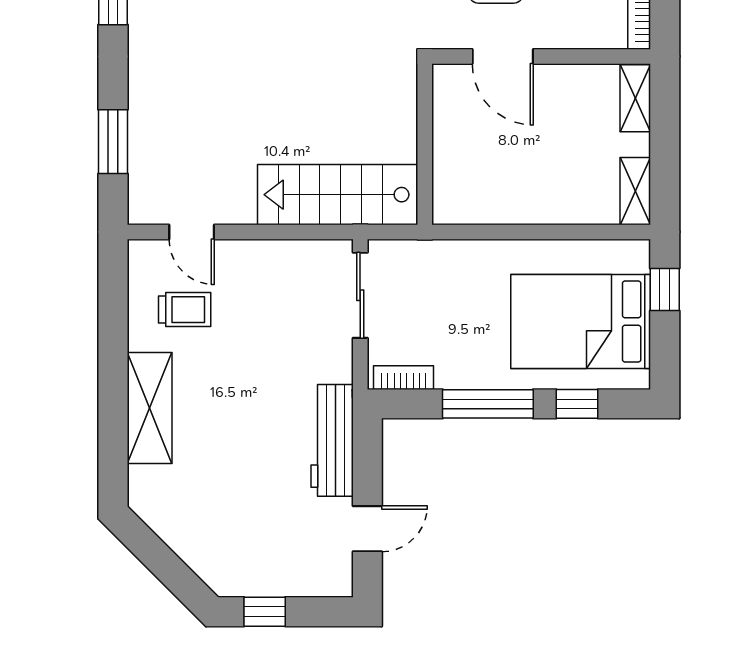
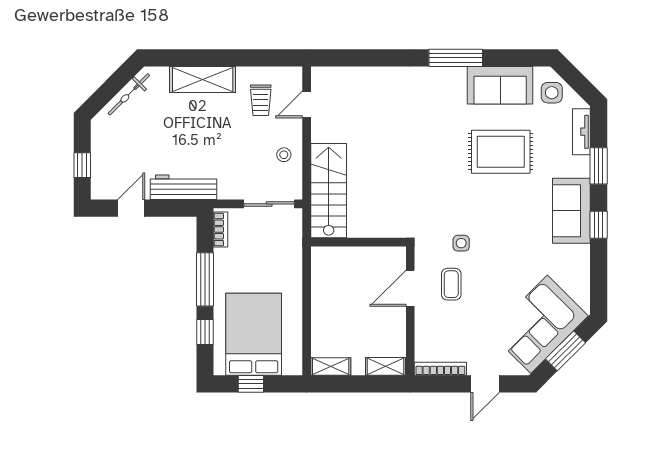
window: (113, 142) -> (360, 58), removed
stool: (277, 270) -> (284, 155), added
window: (665, 290) -> (251, 384), moved
door: (367, 529) -> (131, 208), swing flipped
bicycle: (175, 533) -> (129, 94), added
window: (265, 612) -> (82, 165), moved

